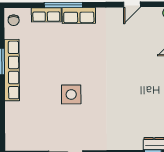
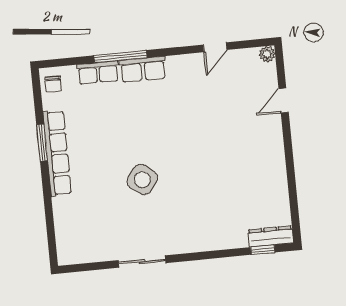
side table: (71, 94) -> (142, 180), turned 37

